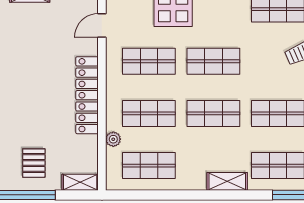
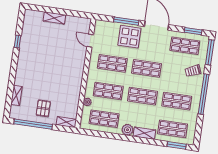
door: (102, 26) -> (90, 41), hinge flipped
locker: (87, 95) -> (77, 77), removed
plant: (195, 180) -> (127, 130), added

